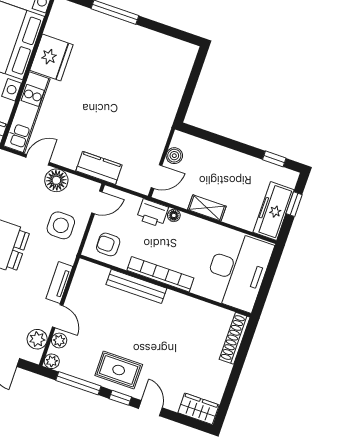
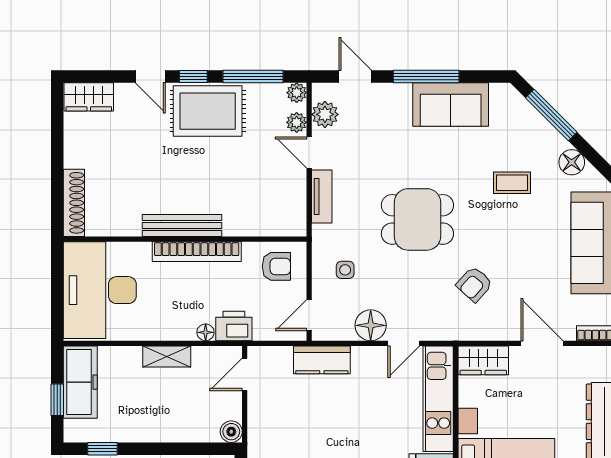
boiler: (174, 156) -> (231, 432), moved
side table: (61, 225) -> (345, 270), width x0.54, depth x0.54
bench: (136, 286) -> (182, 225), moved
rug: (119, 370) -> (208, 111), width x1.36, depth x1.43

